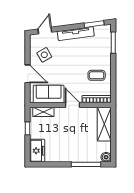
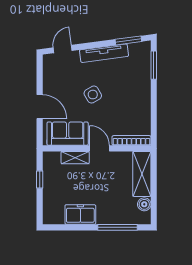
side table: (44, 55) -> (93, 95), moved
coffee table: (97, 75) -> (132, 109), removed
shelving: (43, 112) -> (75, 158), moved
freezer: (37, 151) -> (80, 214), moved, turned -90
boiler: (106, 157) -> (144, 204), moved

